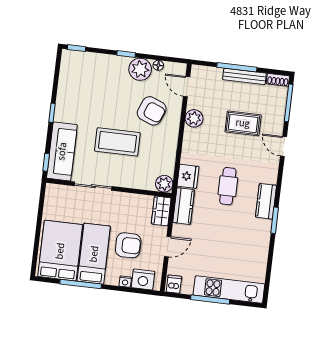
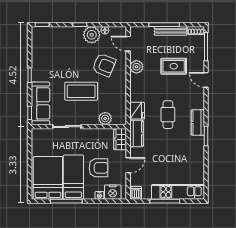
plant: (164, 184) -> (105, 118), moved

